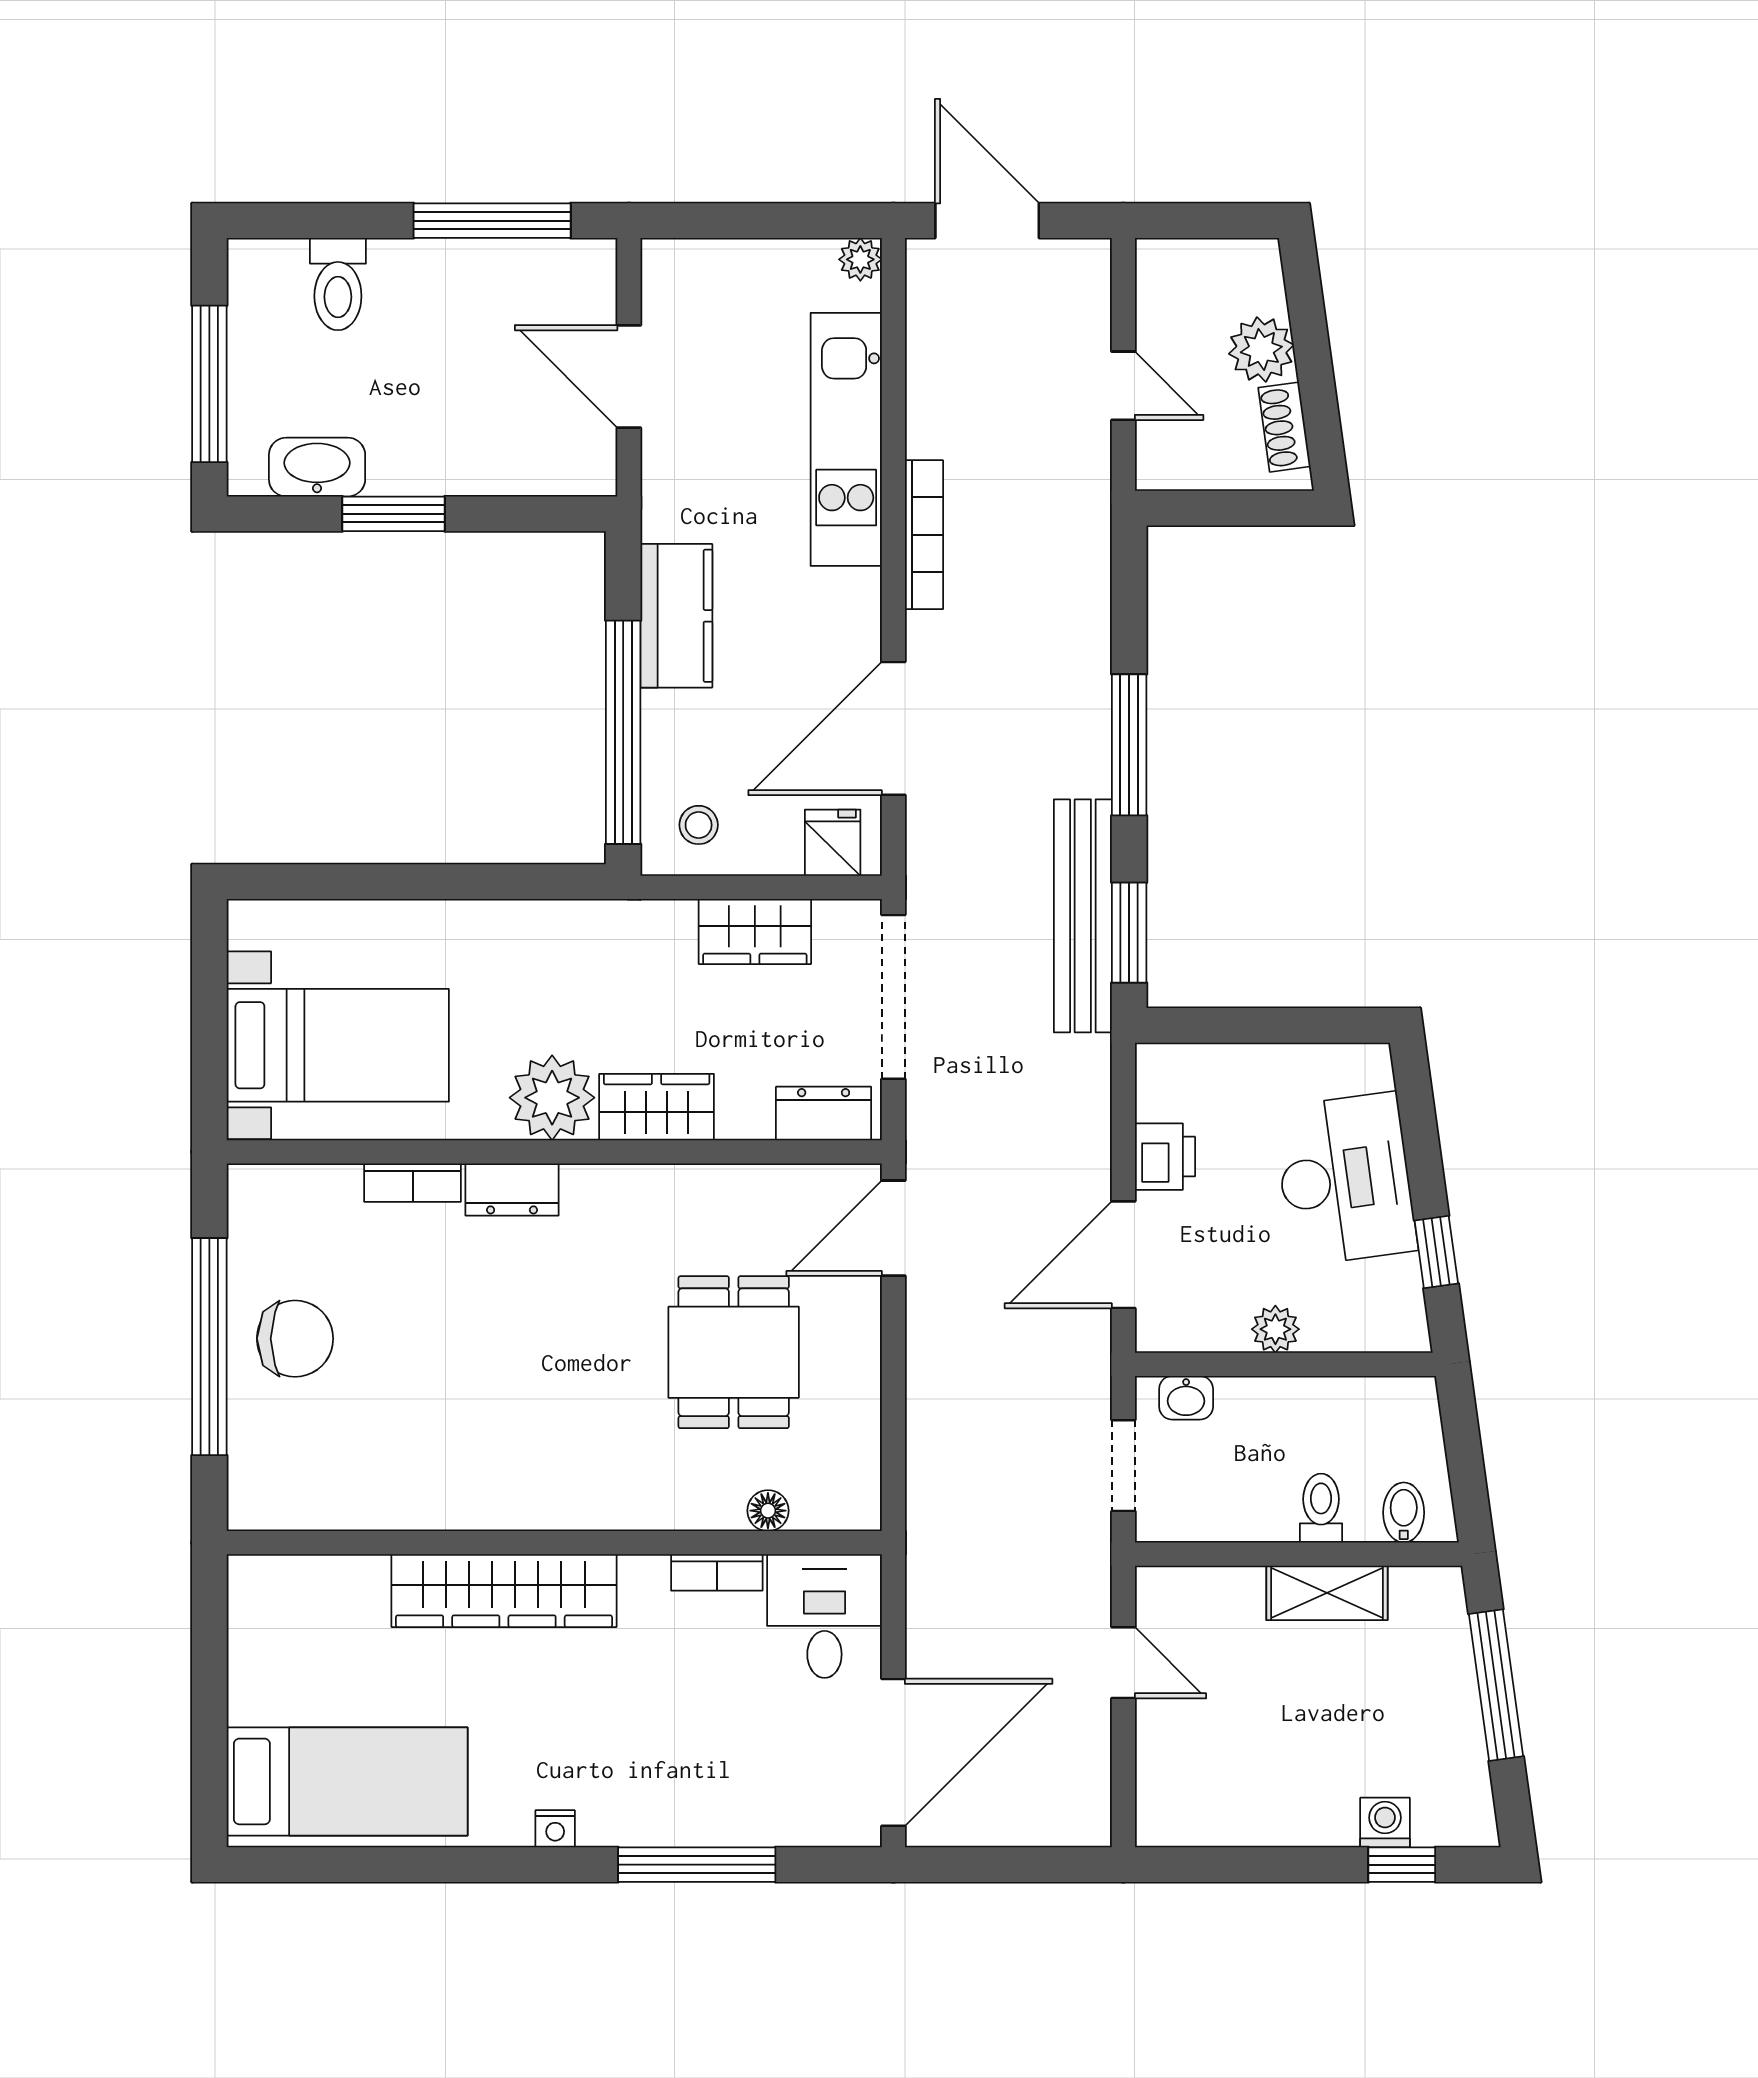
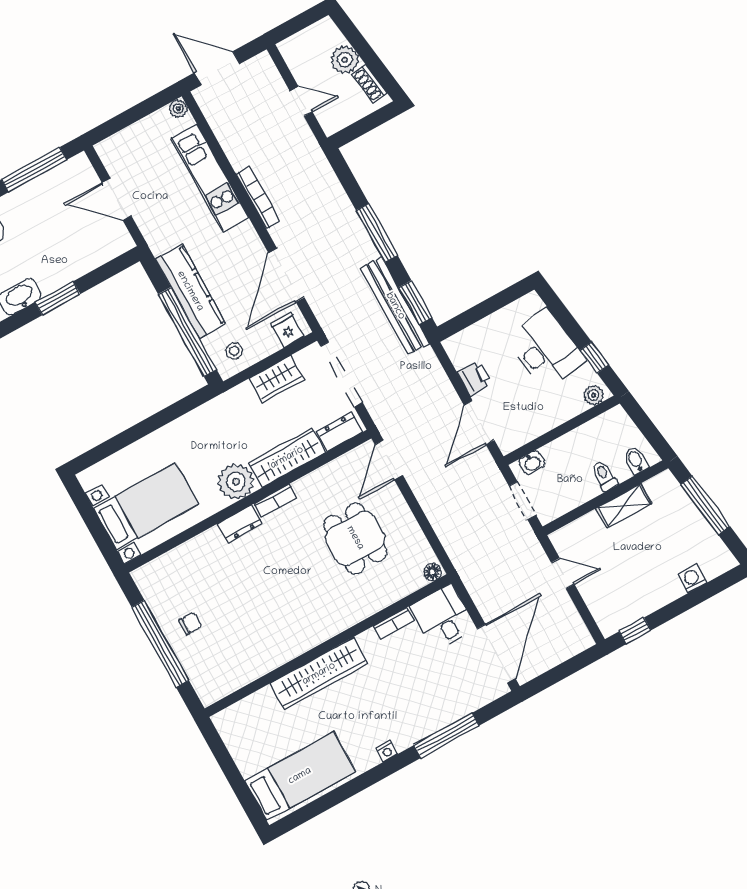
kitchen counter: (676, 616) -> (190, 291), width x1.50
wardrobe: (657, 1107) -> (287, 458), width x1.50
bookcase: (413, 1183) -> (275, 501), moved
plant: (1275, 1329) -> (594, 395), moved
chair: (295, 1339) -> (190, 623), width x0.54, depth x0.54
floor lamp: (768, 1511) -> (433, 572), moved
window: (1402, 1865) -> (635, 631), moved

